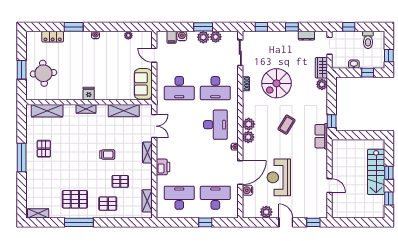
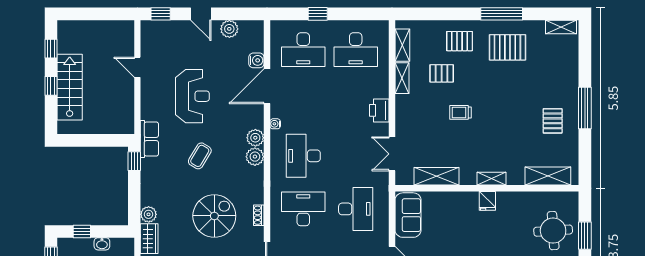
desk: (179, 88) -> (356, 209), turned 90
shelving: (147, 152) -> (402, 78), moved
printer: (163, 167) -> (379, 110), moved
reception desk: (279, 177) -> (192, 96), moved

